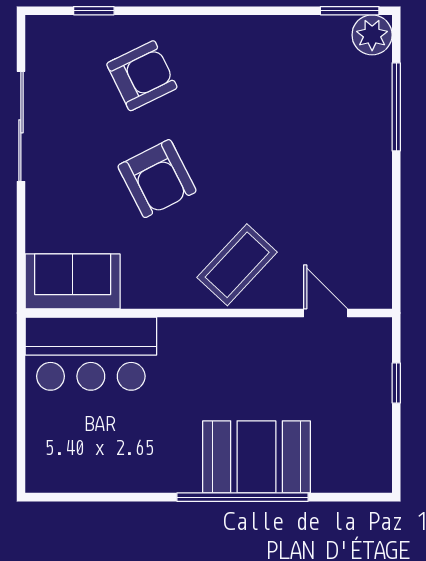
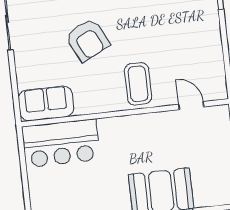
coffee table: (237, 265) -> (138, 84), turned -43

